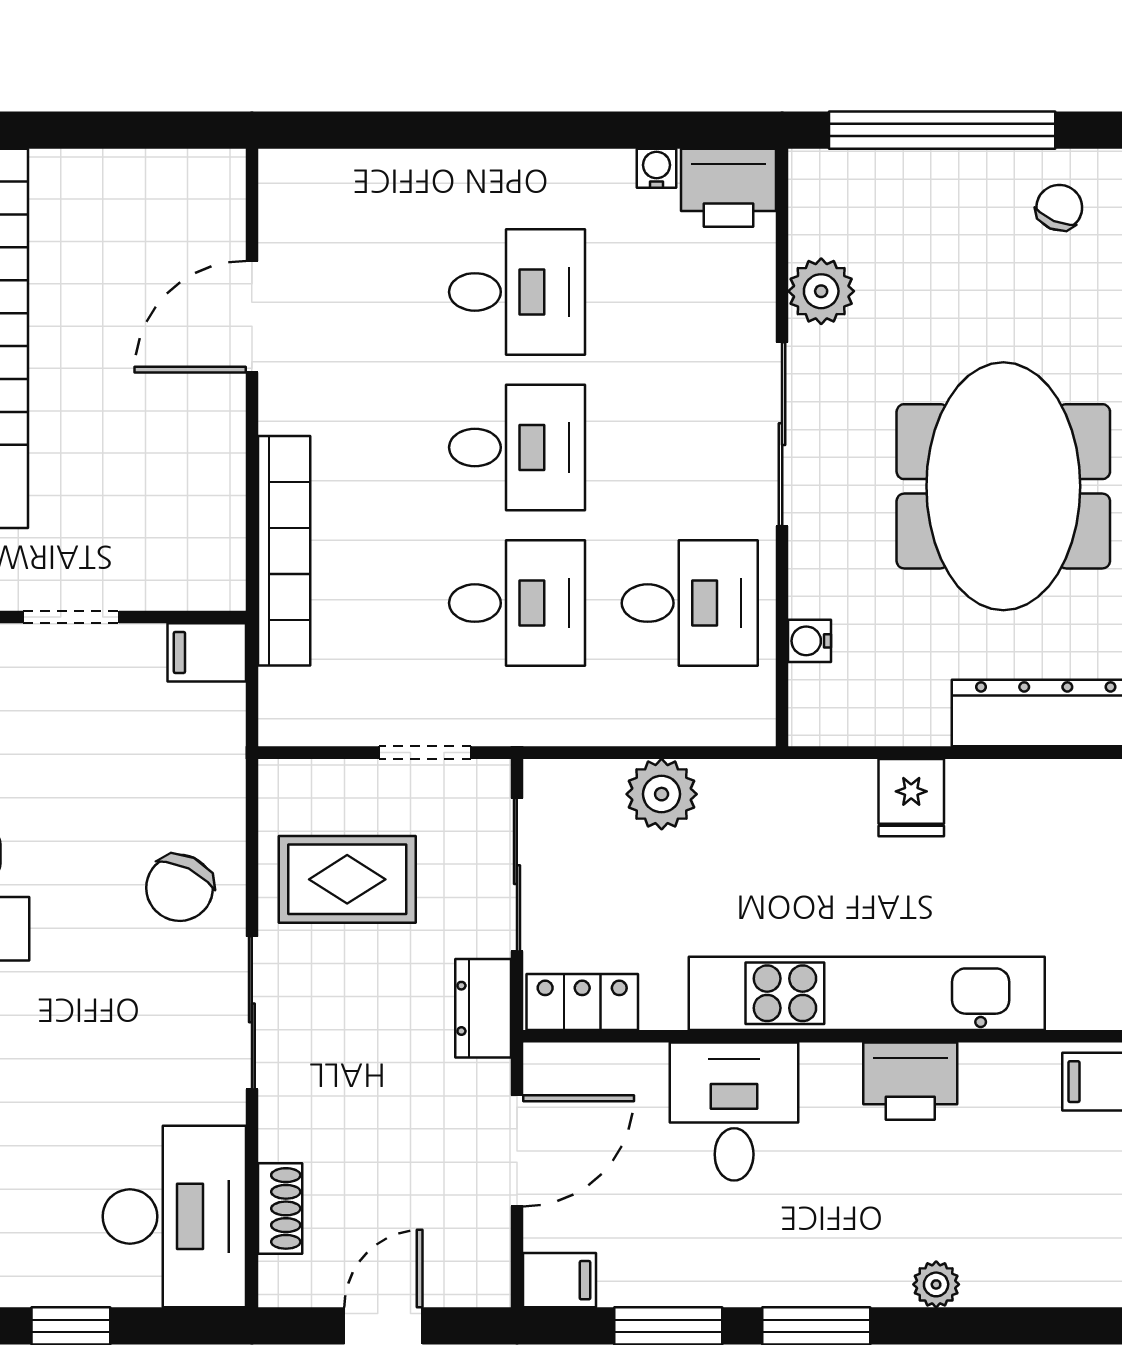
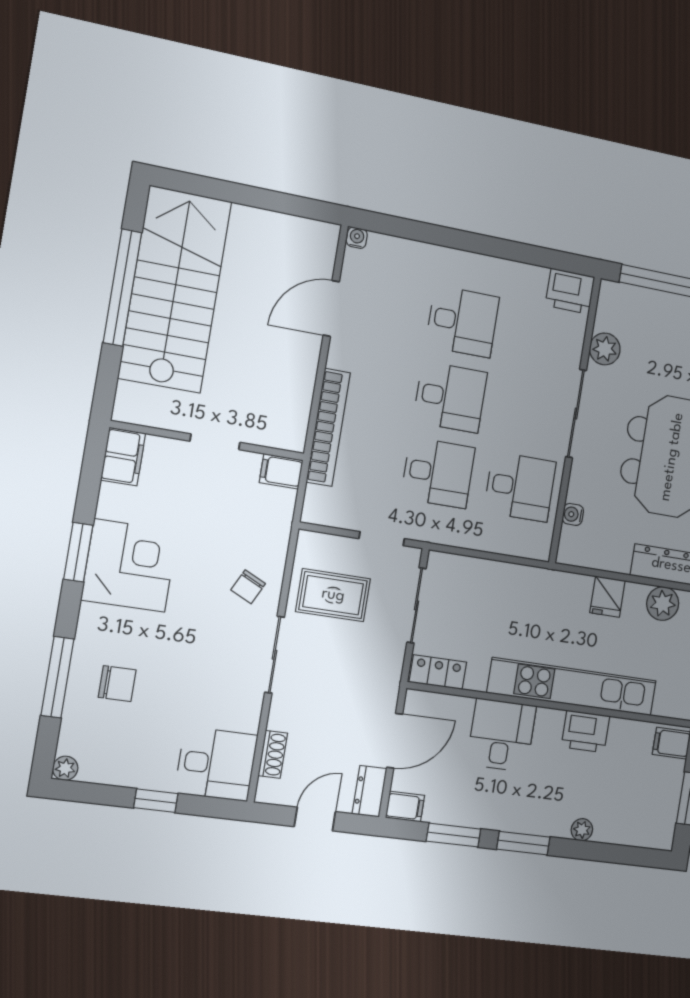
water cooler: (657, 168) -> (357, 238), moved
plant: (662, 794) -> (663, 604), moved
chair: (180, 888) -> (248, 587), width x0.73, depth x0.73
dresser: (483, 1008) -> (370, 791), moved
desk: (174, 1216) -> (216, 764), width x0.73

